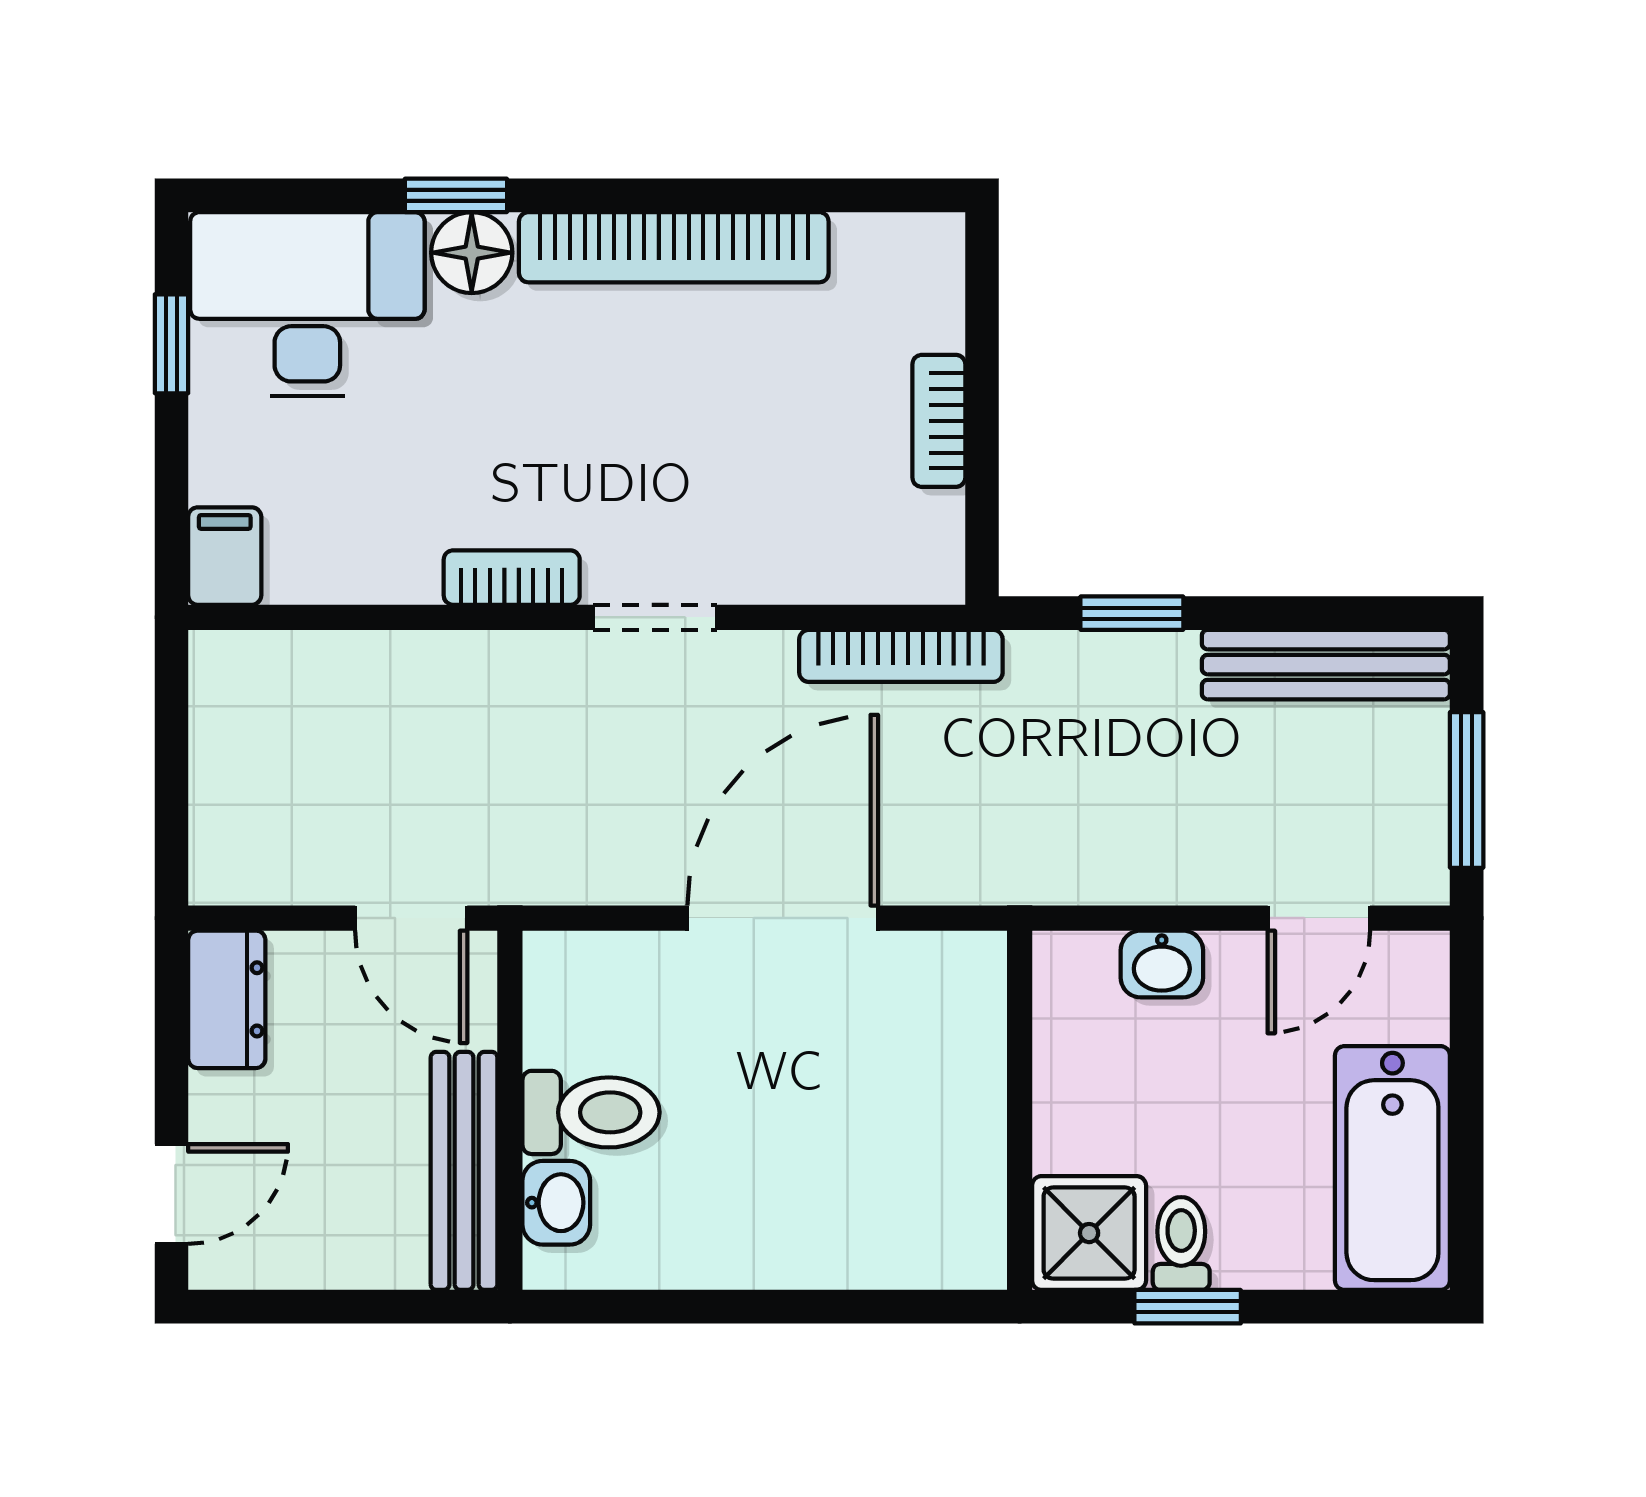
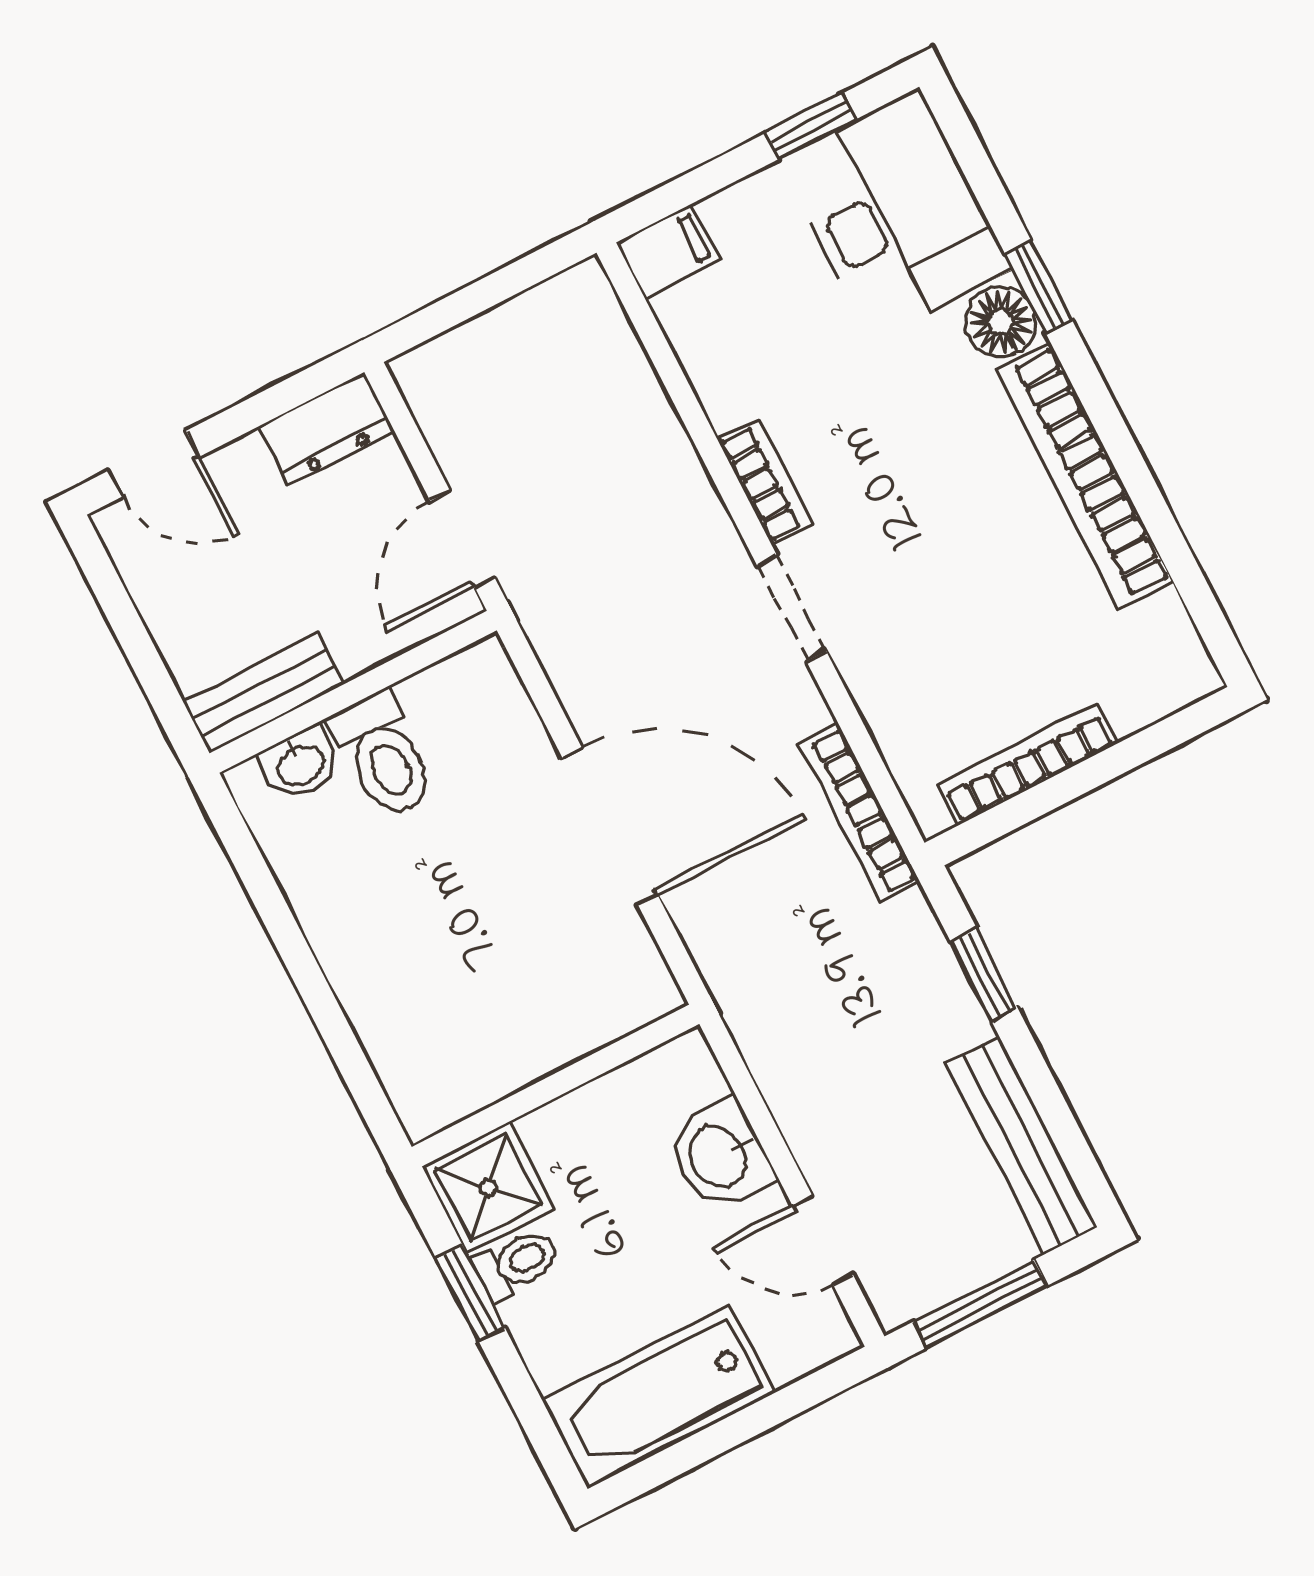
bookcase: (939, 421) -> (1027, 764), width x1.56
washbasin: (1162, 964) -> (720, 1155), width x1.38, depth x1.45
bench: (464, 1171) -> (264, 693), width x0.73

